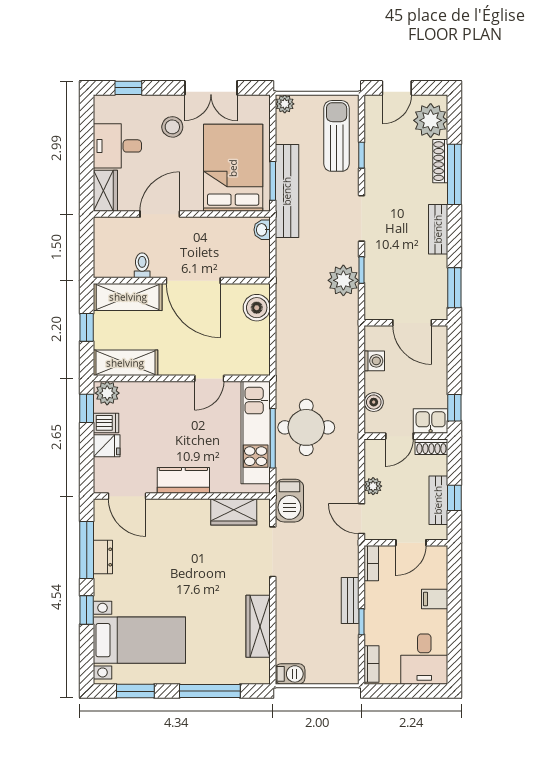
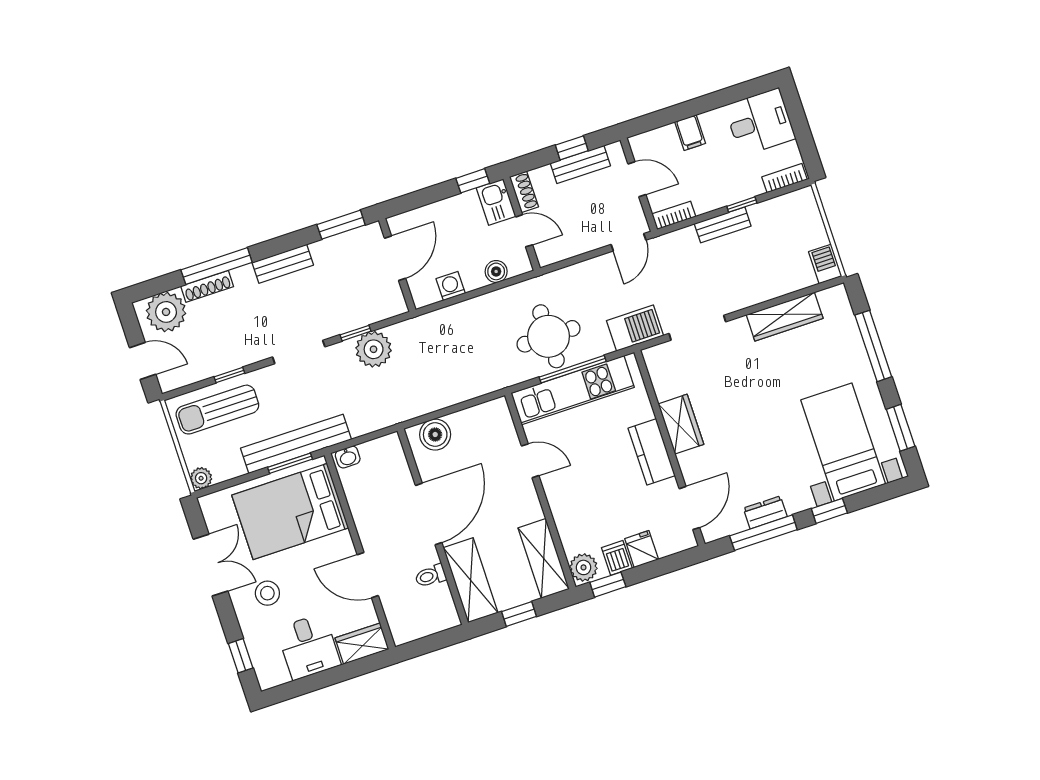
plant: (373, 486) -> (589, 242), removed
wardrobe: (234, 512) -> (681, 424), moved

